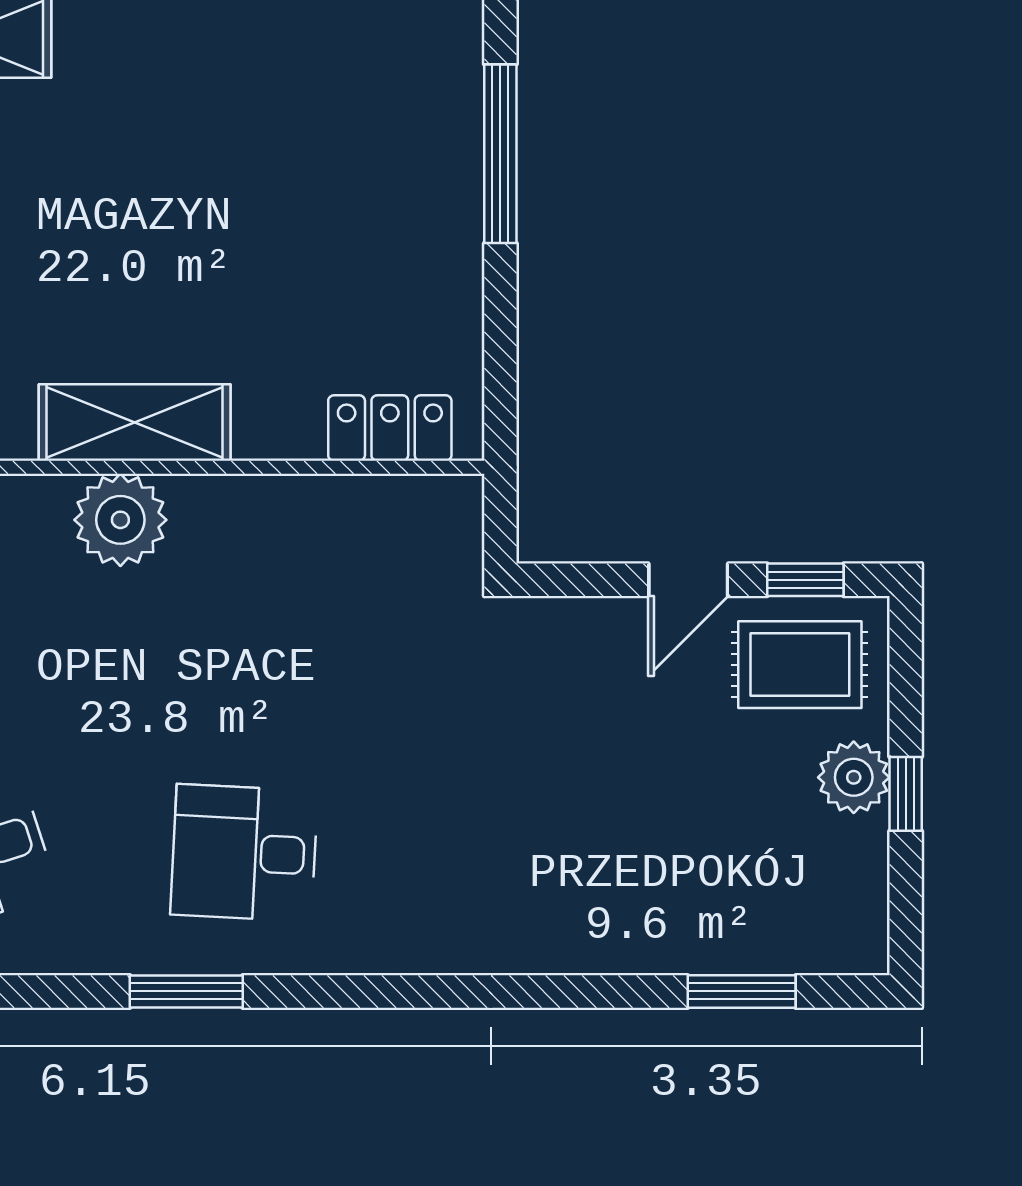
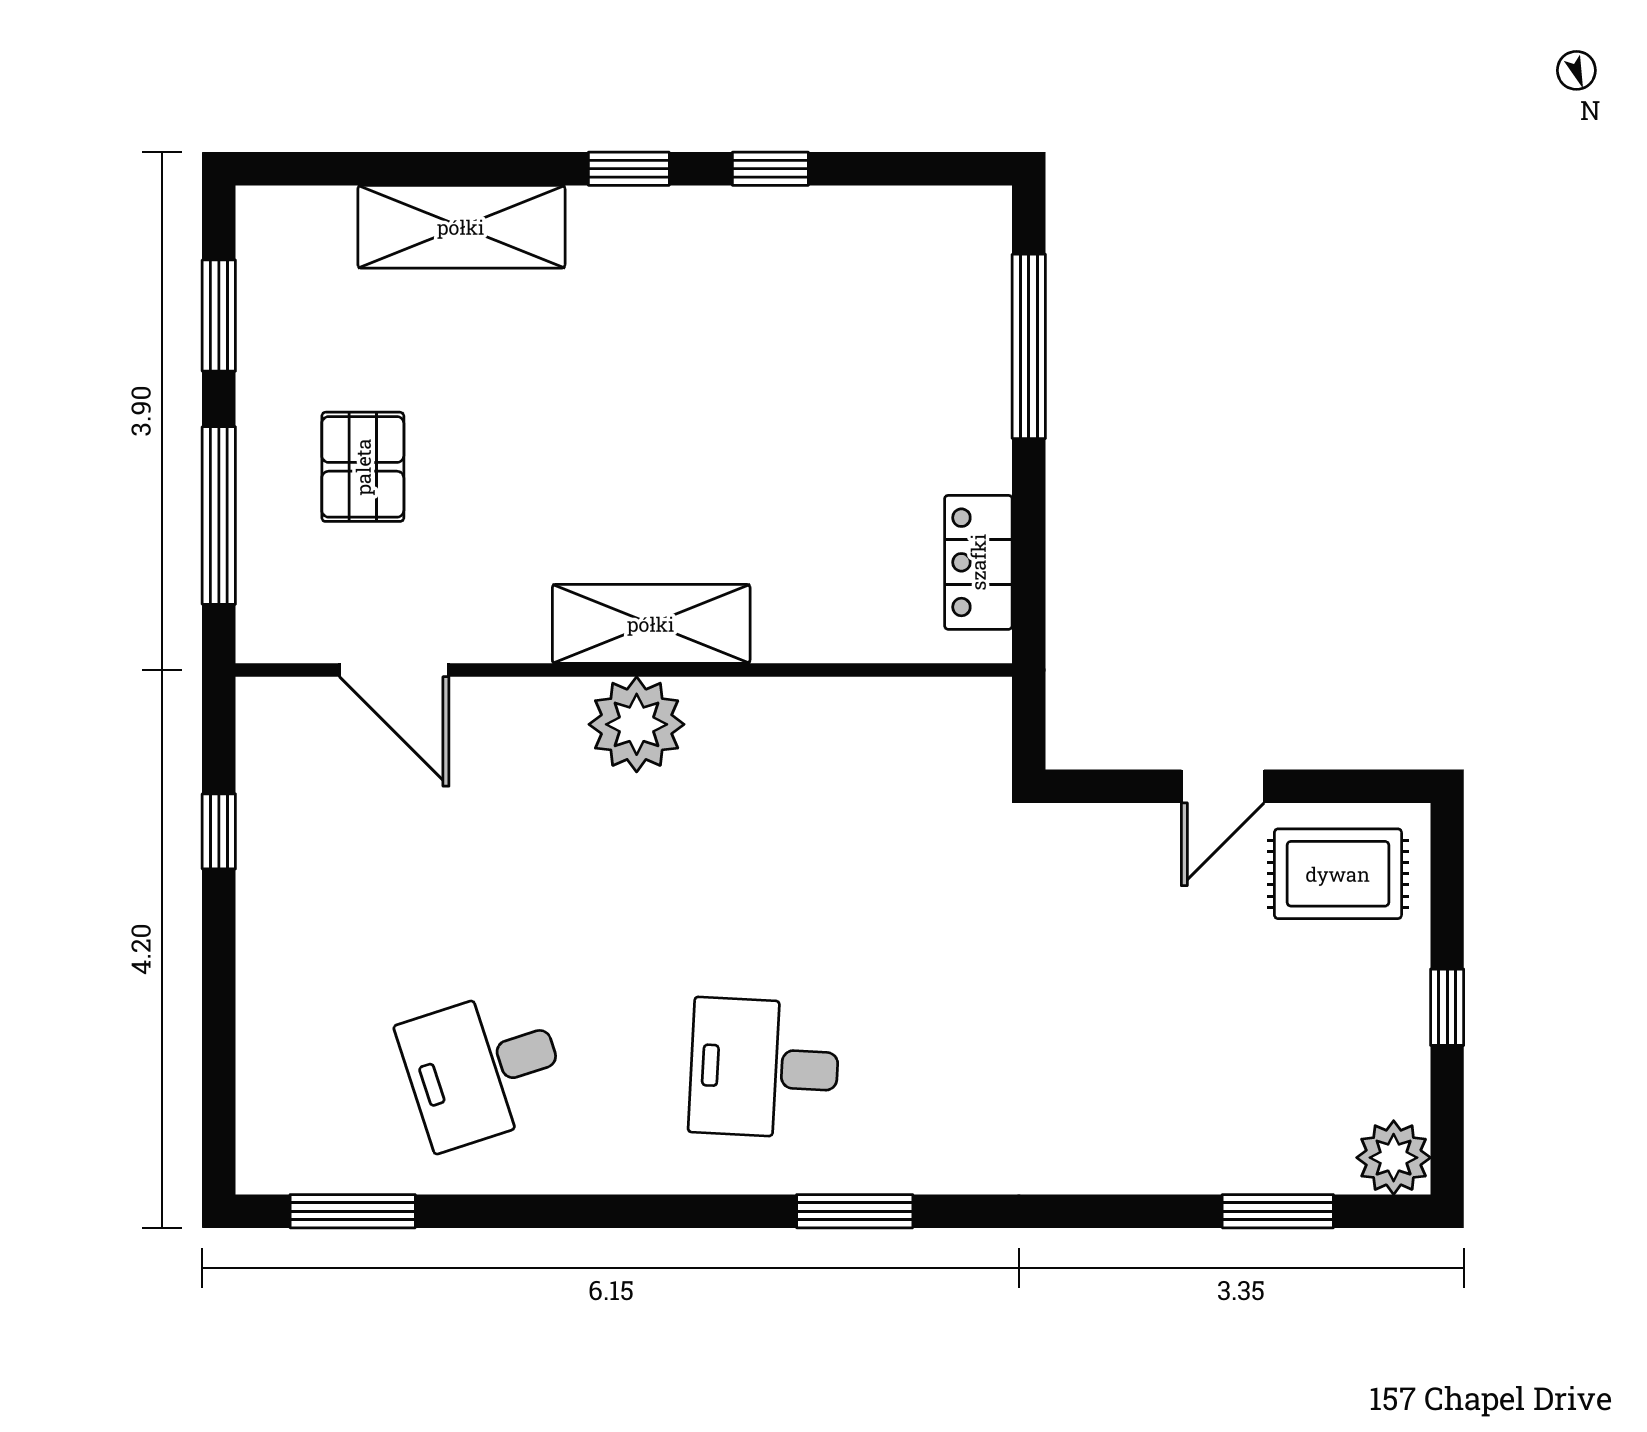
locker: (390, 428) -> (978, 562), moved, turned -90
window: (805, 580) -> (1344, 786), removed
plant: (854, 777) -> (1394, 1158), moved
window: (186, 991) -> (855, 1211), moved

